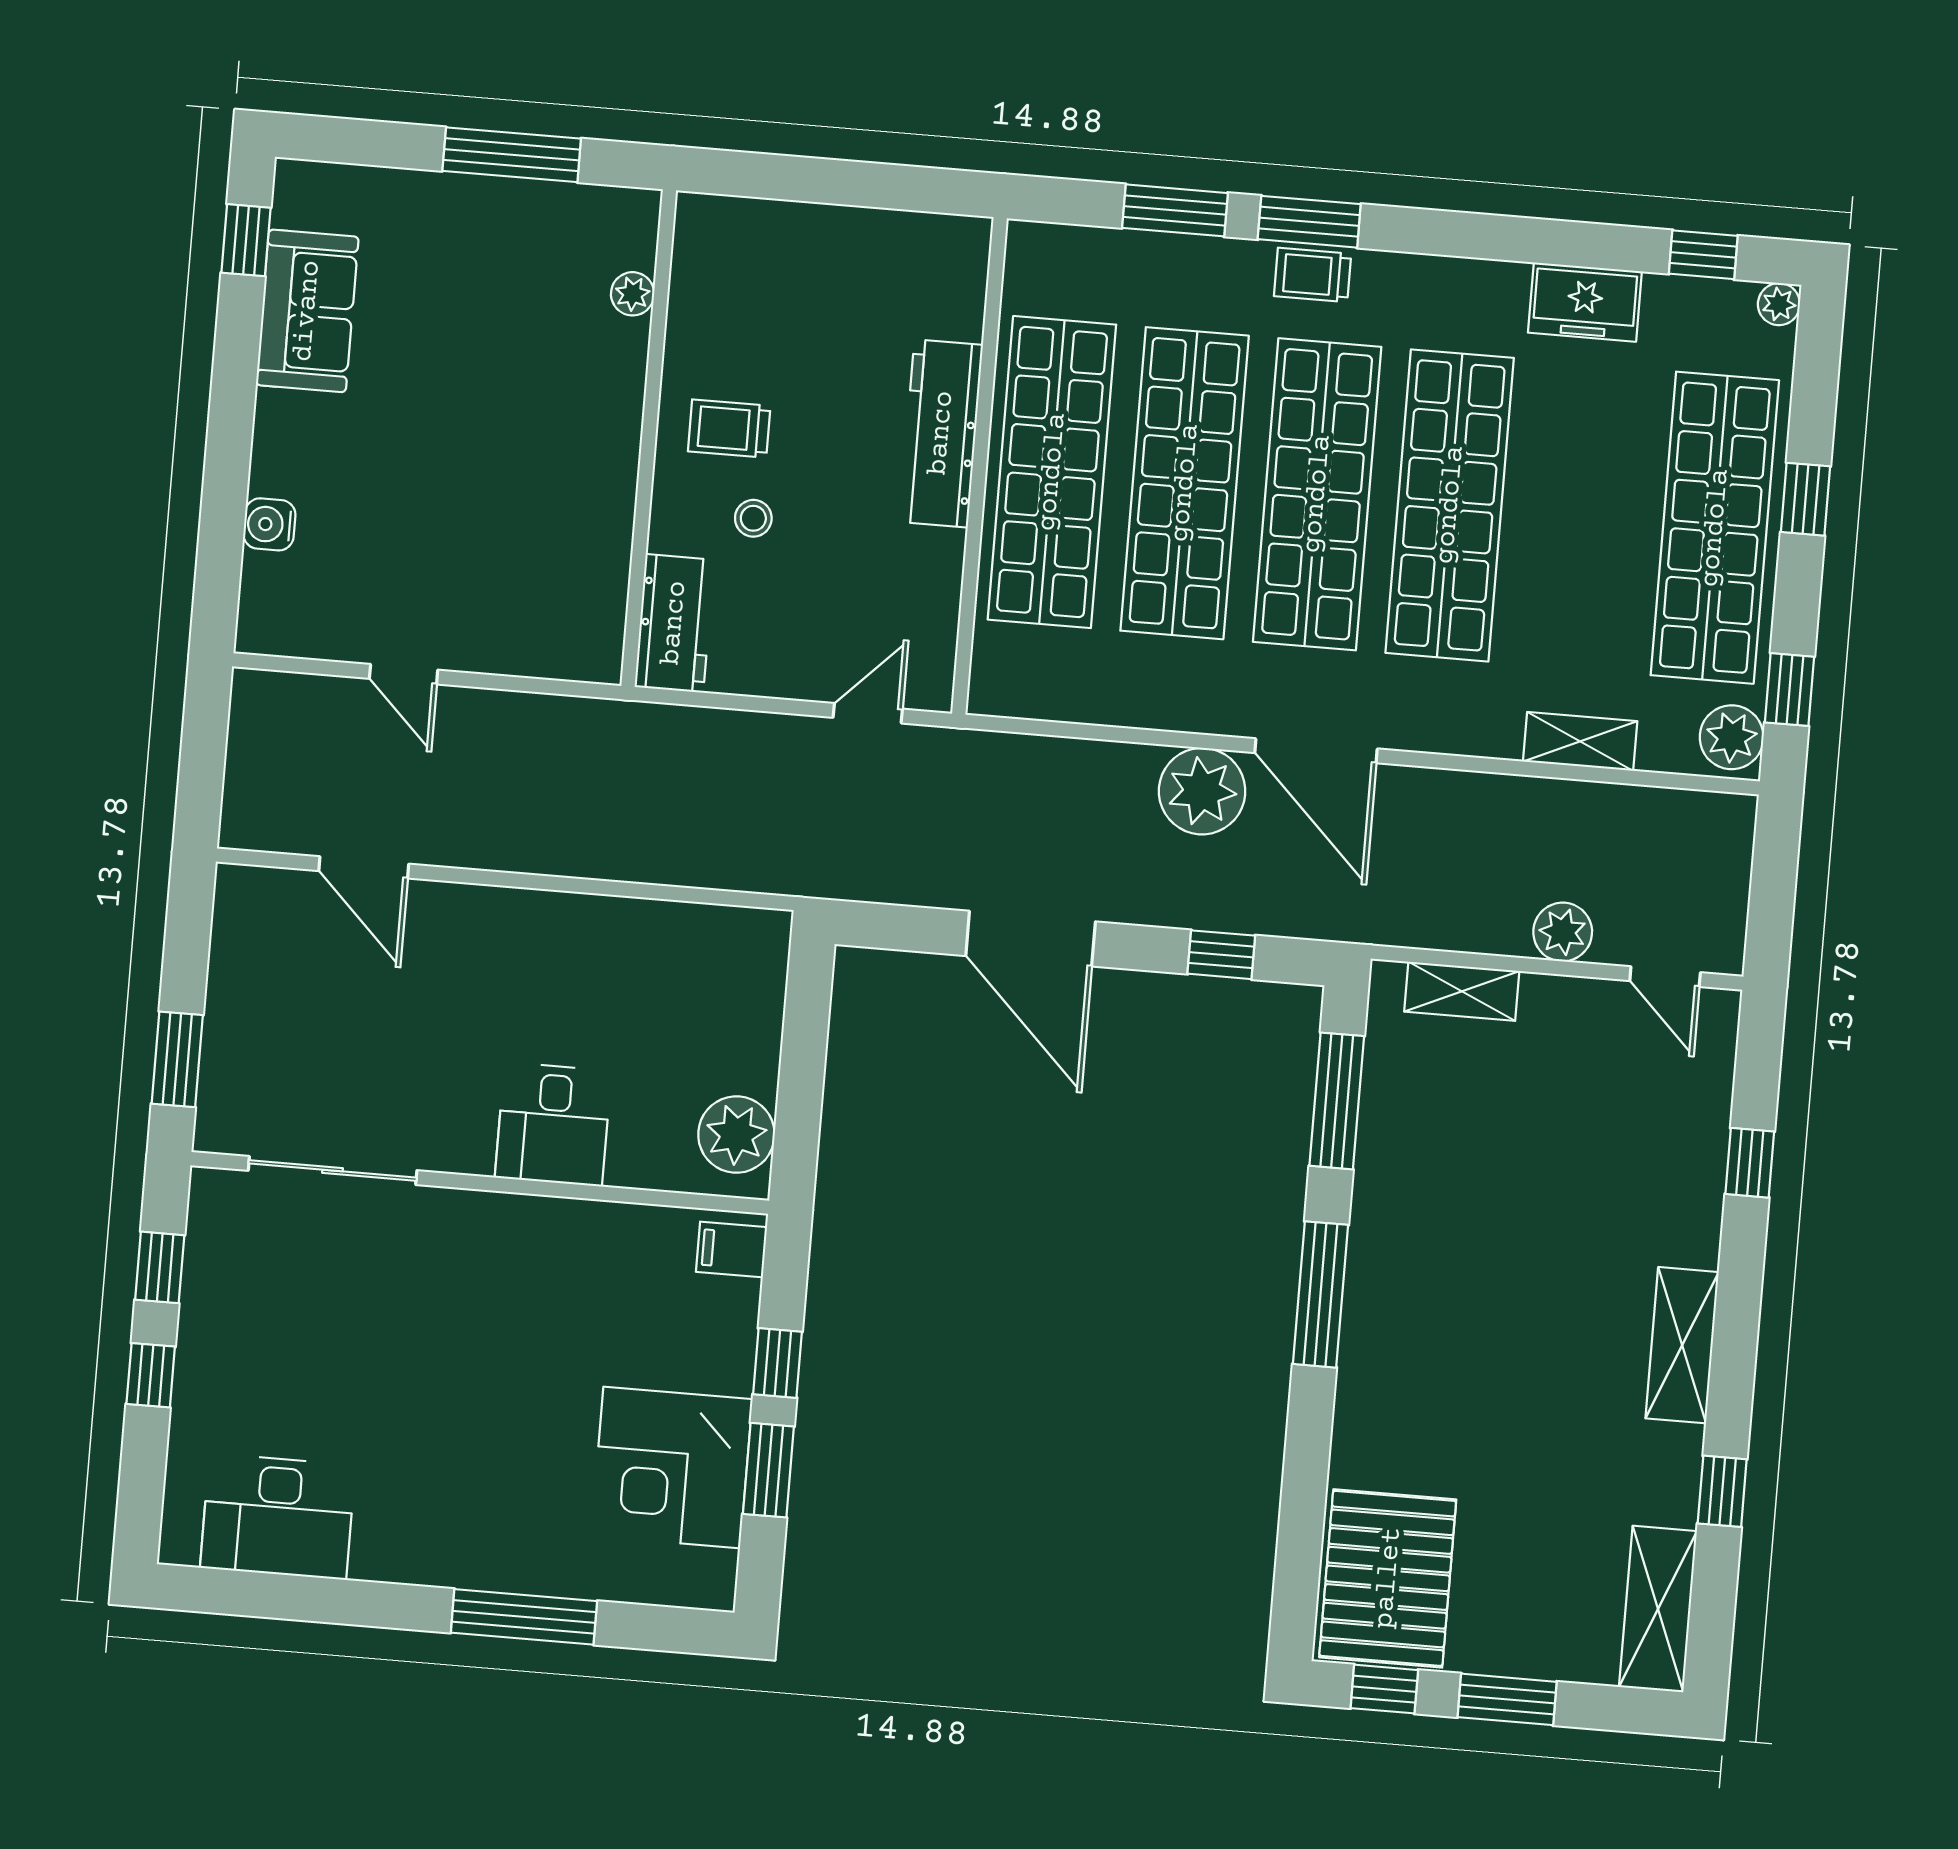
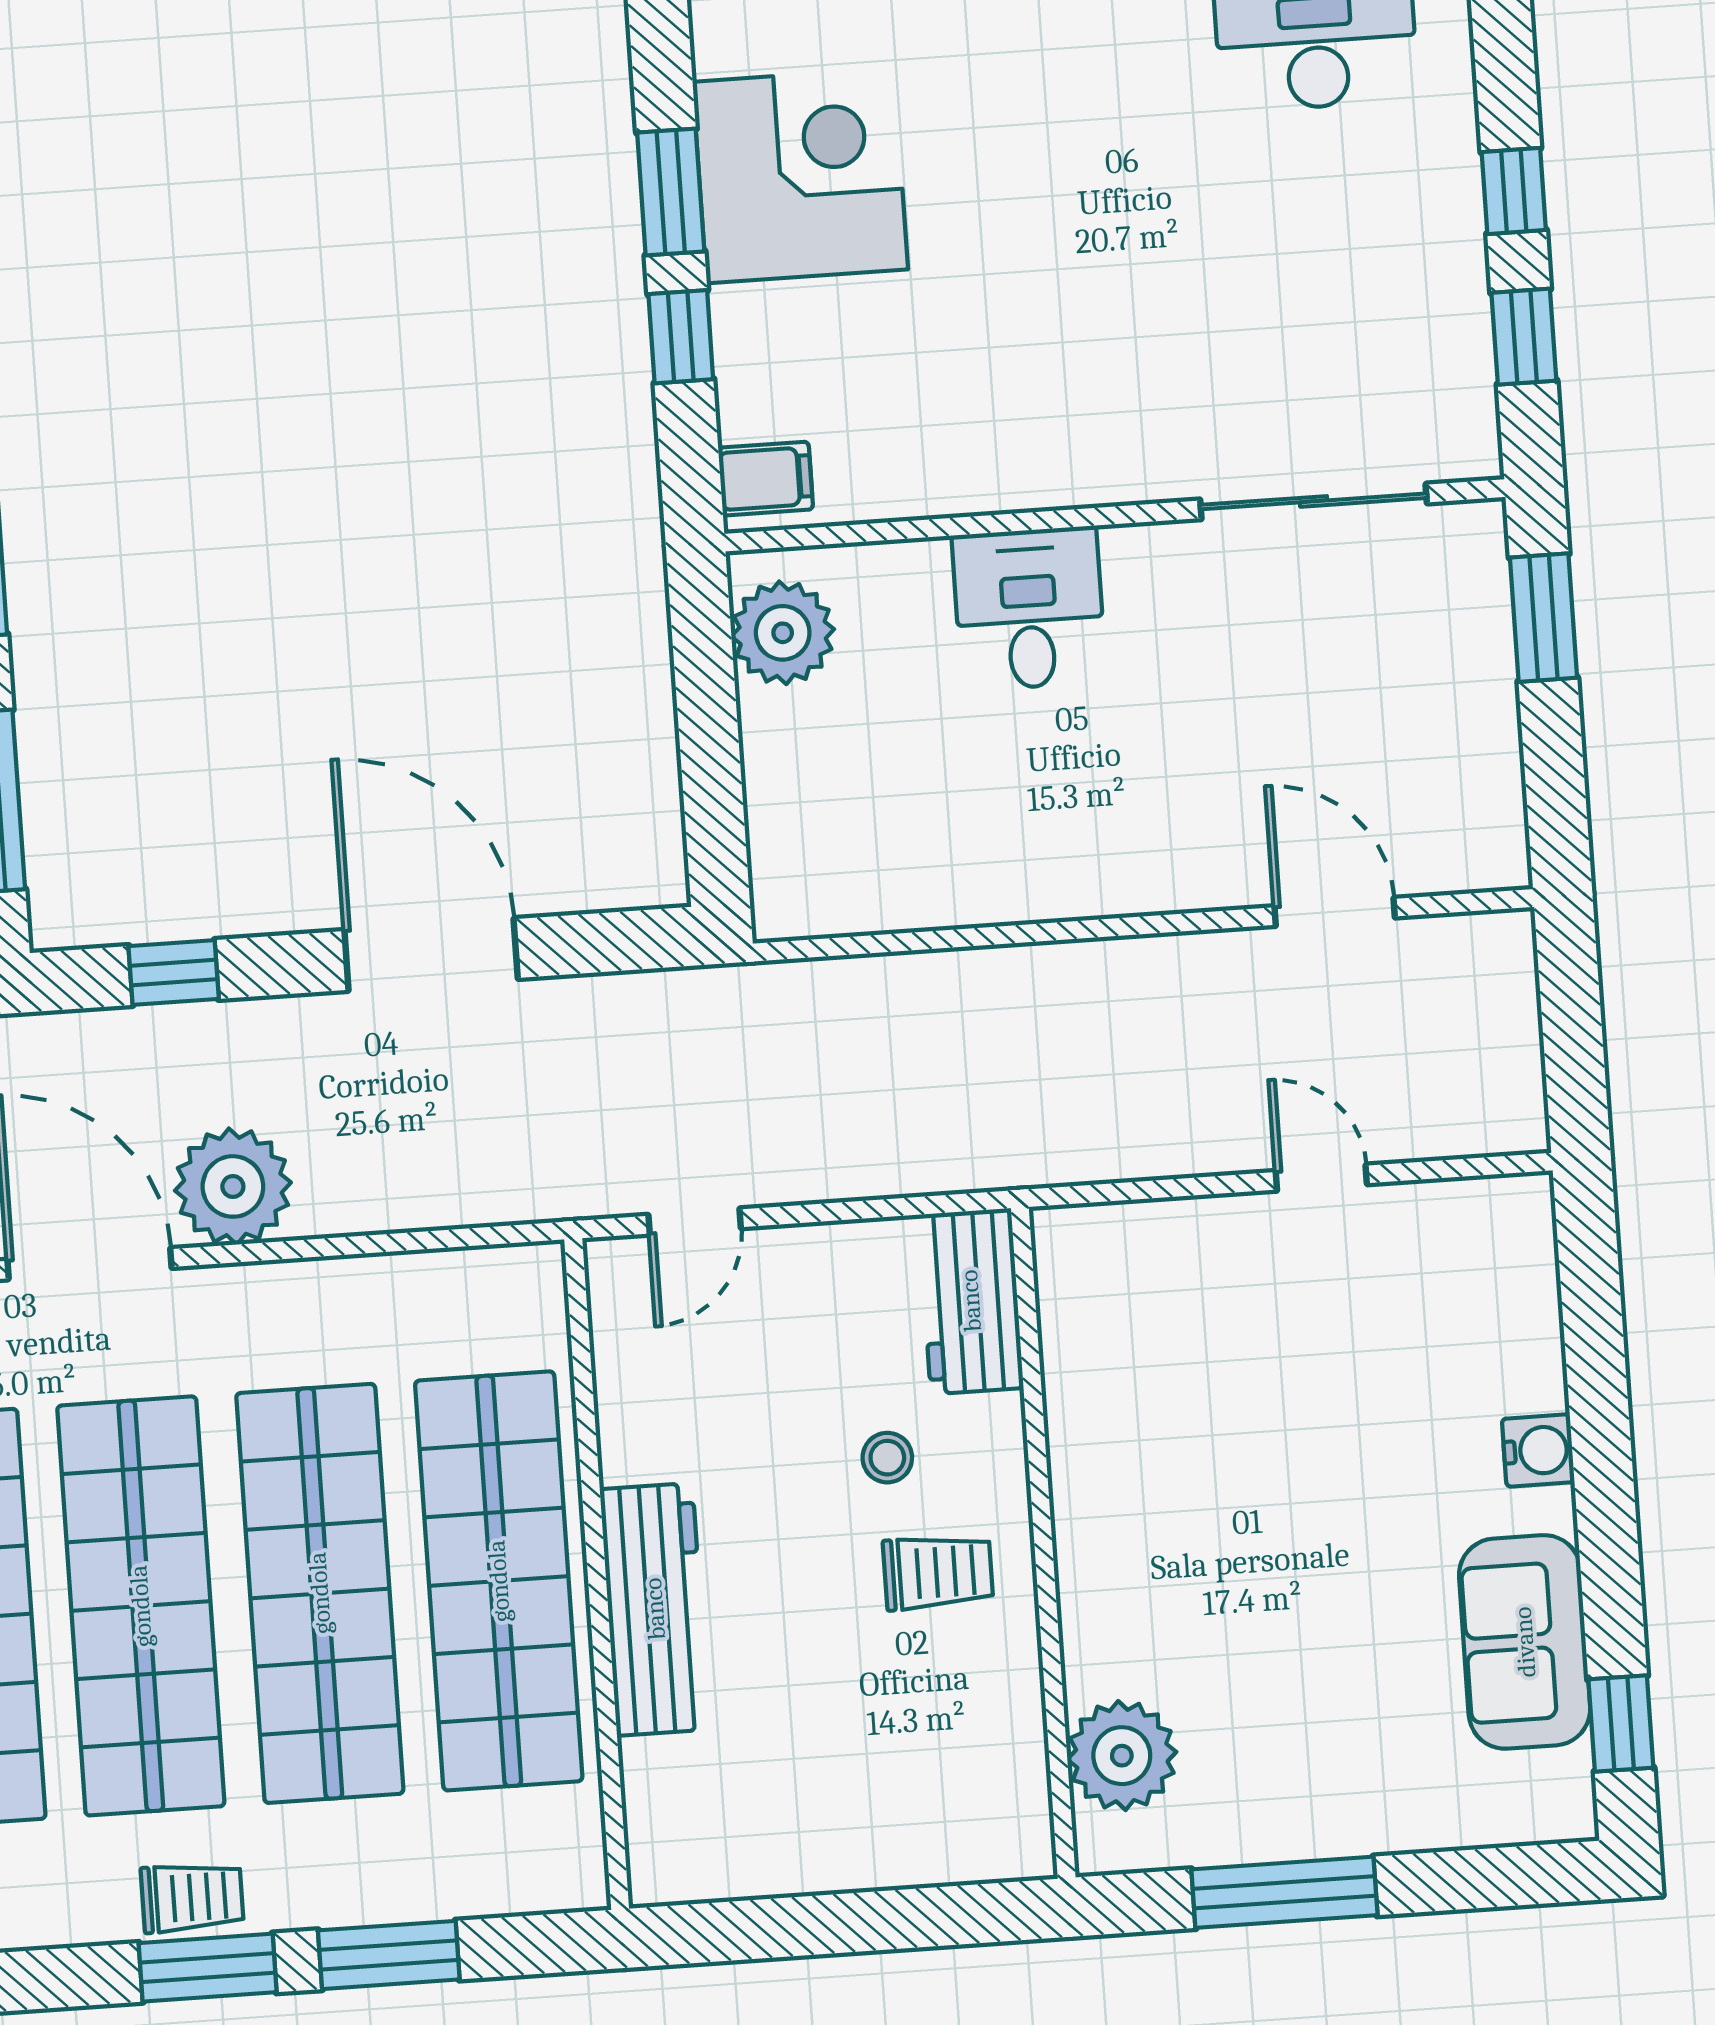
plant: (633, 294) -> (1122, 1756), width x1.87, depth x1.87
water cooler: (269, 524) -> (1538, 1450), moved

